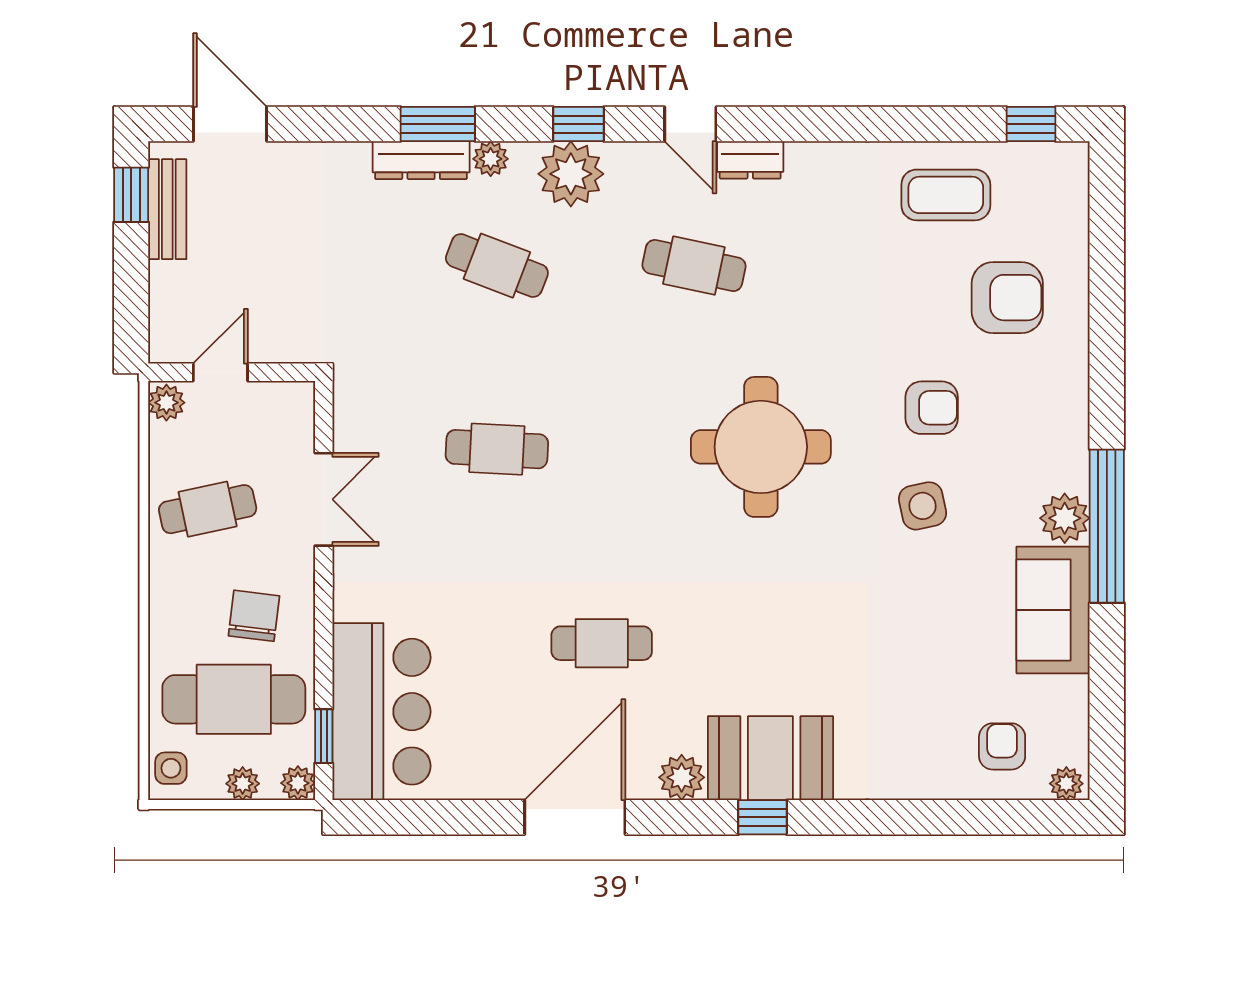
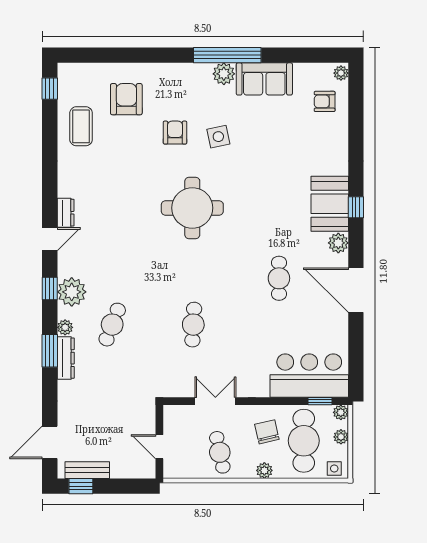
cafe table: (694, 266) -> (112, 238), removed
plant: (166, 403) -> (264, 470), moved
chair: (254, 616) -> (267, 432), turned 70

